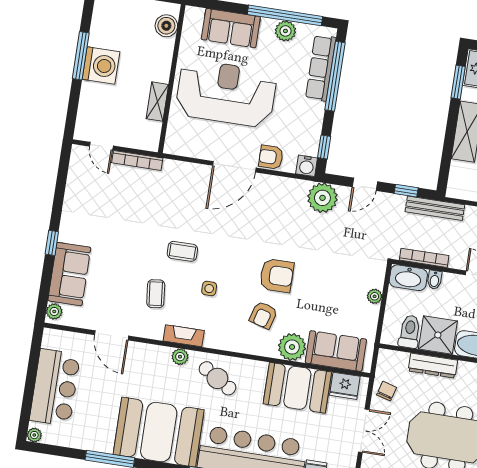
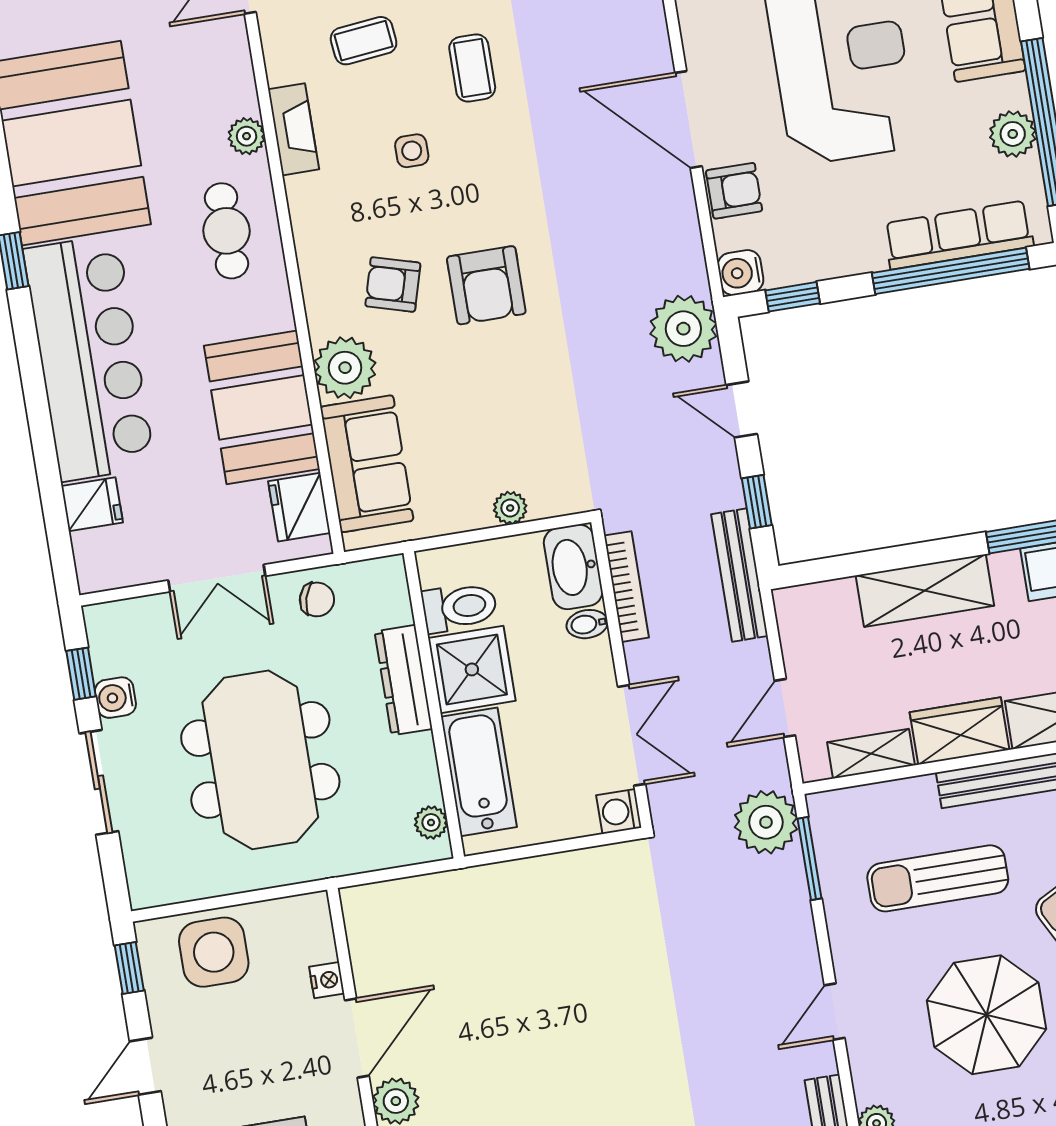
armchair: (271, 157) -> (734, 191), turned 90
cafe table: (217, 378) -> (226, 231), turned -32

